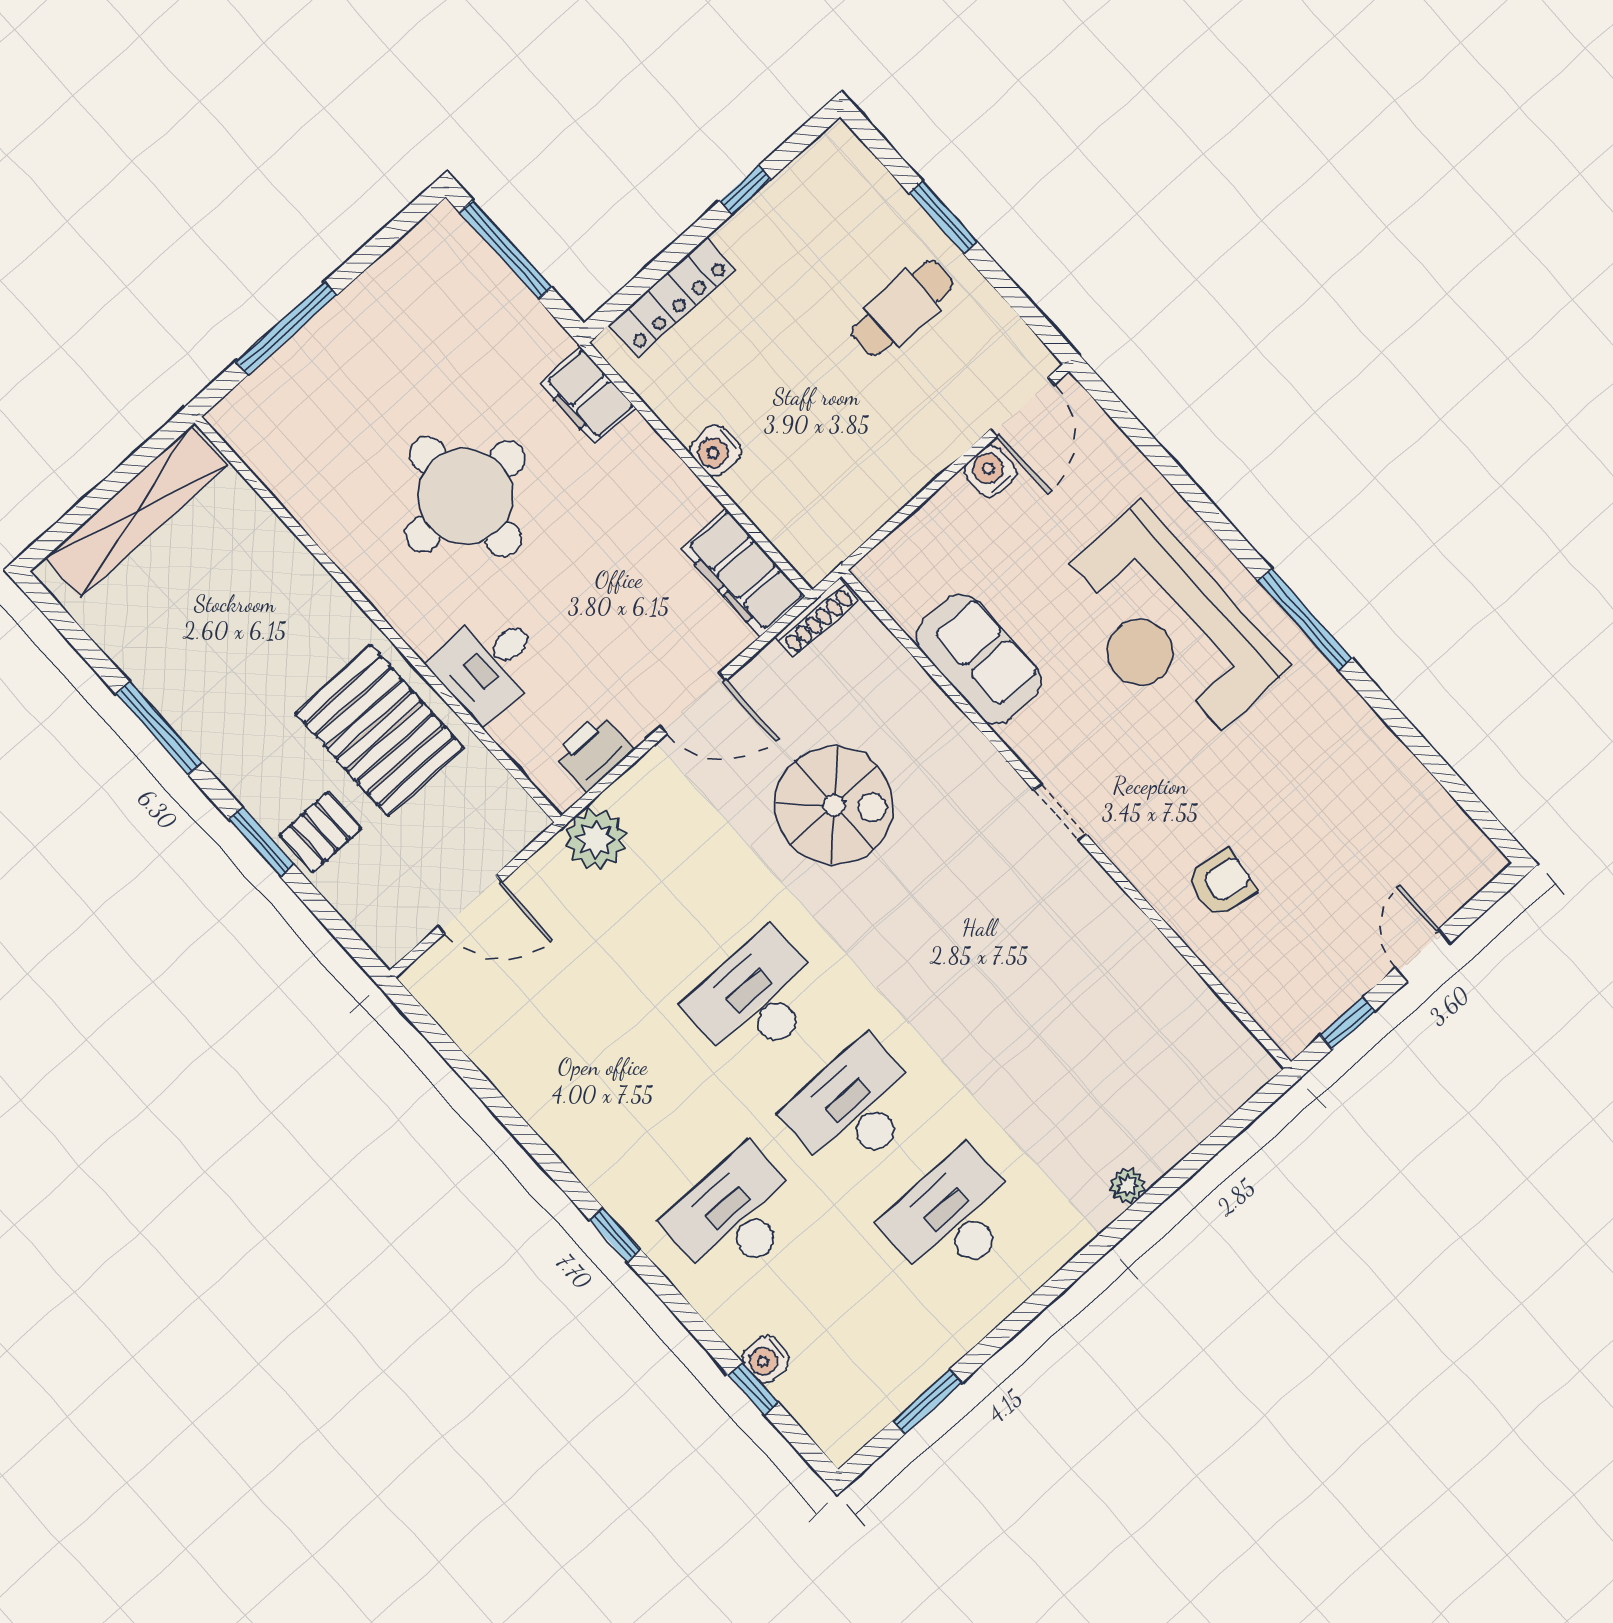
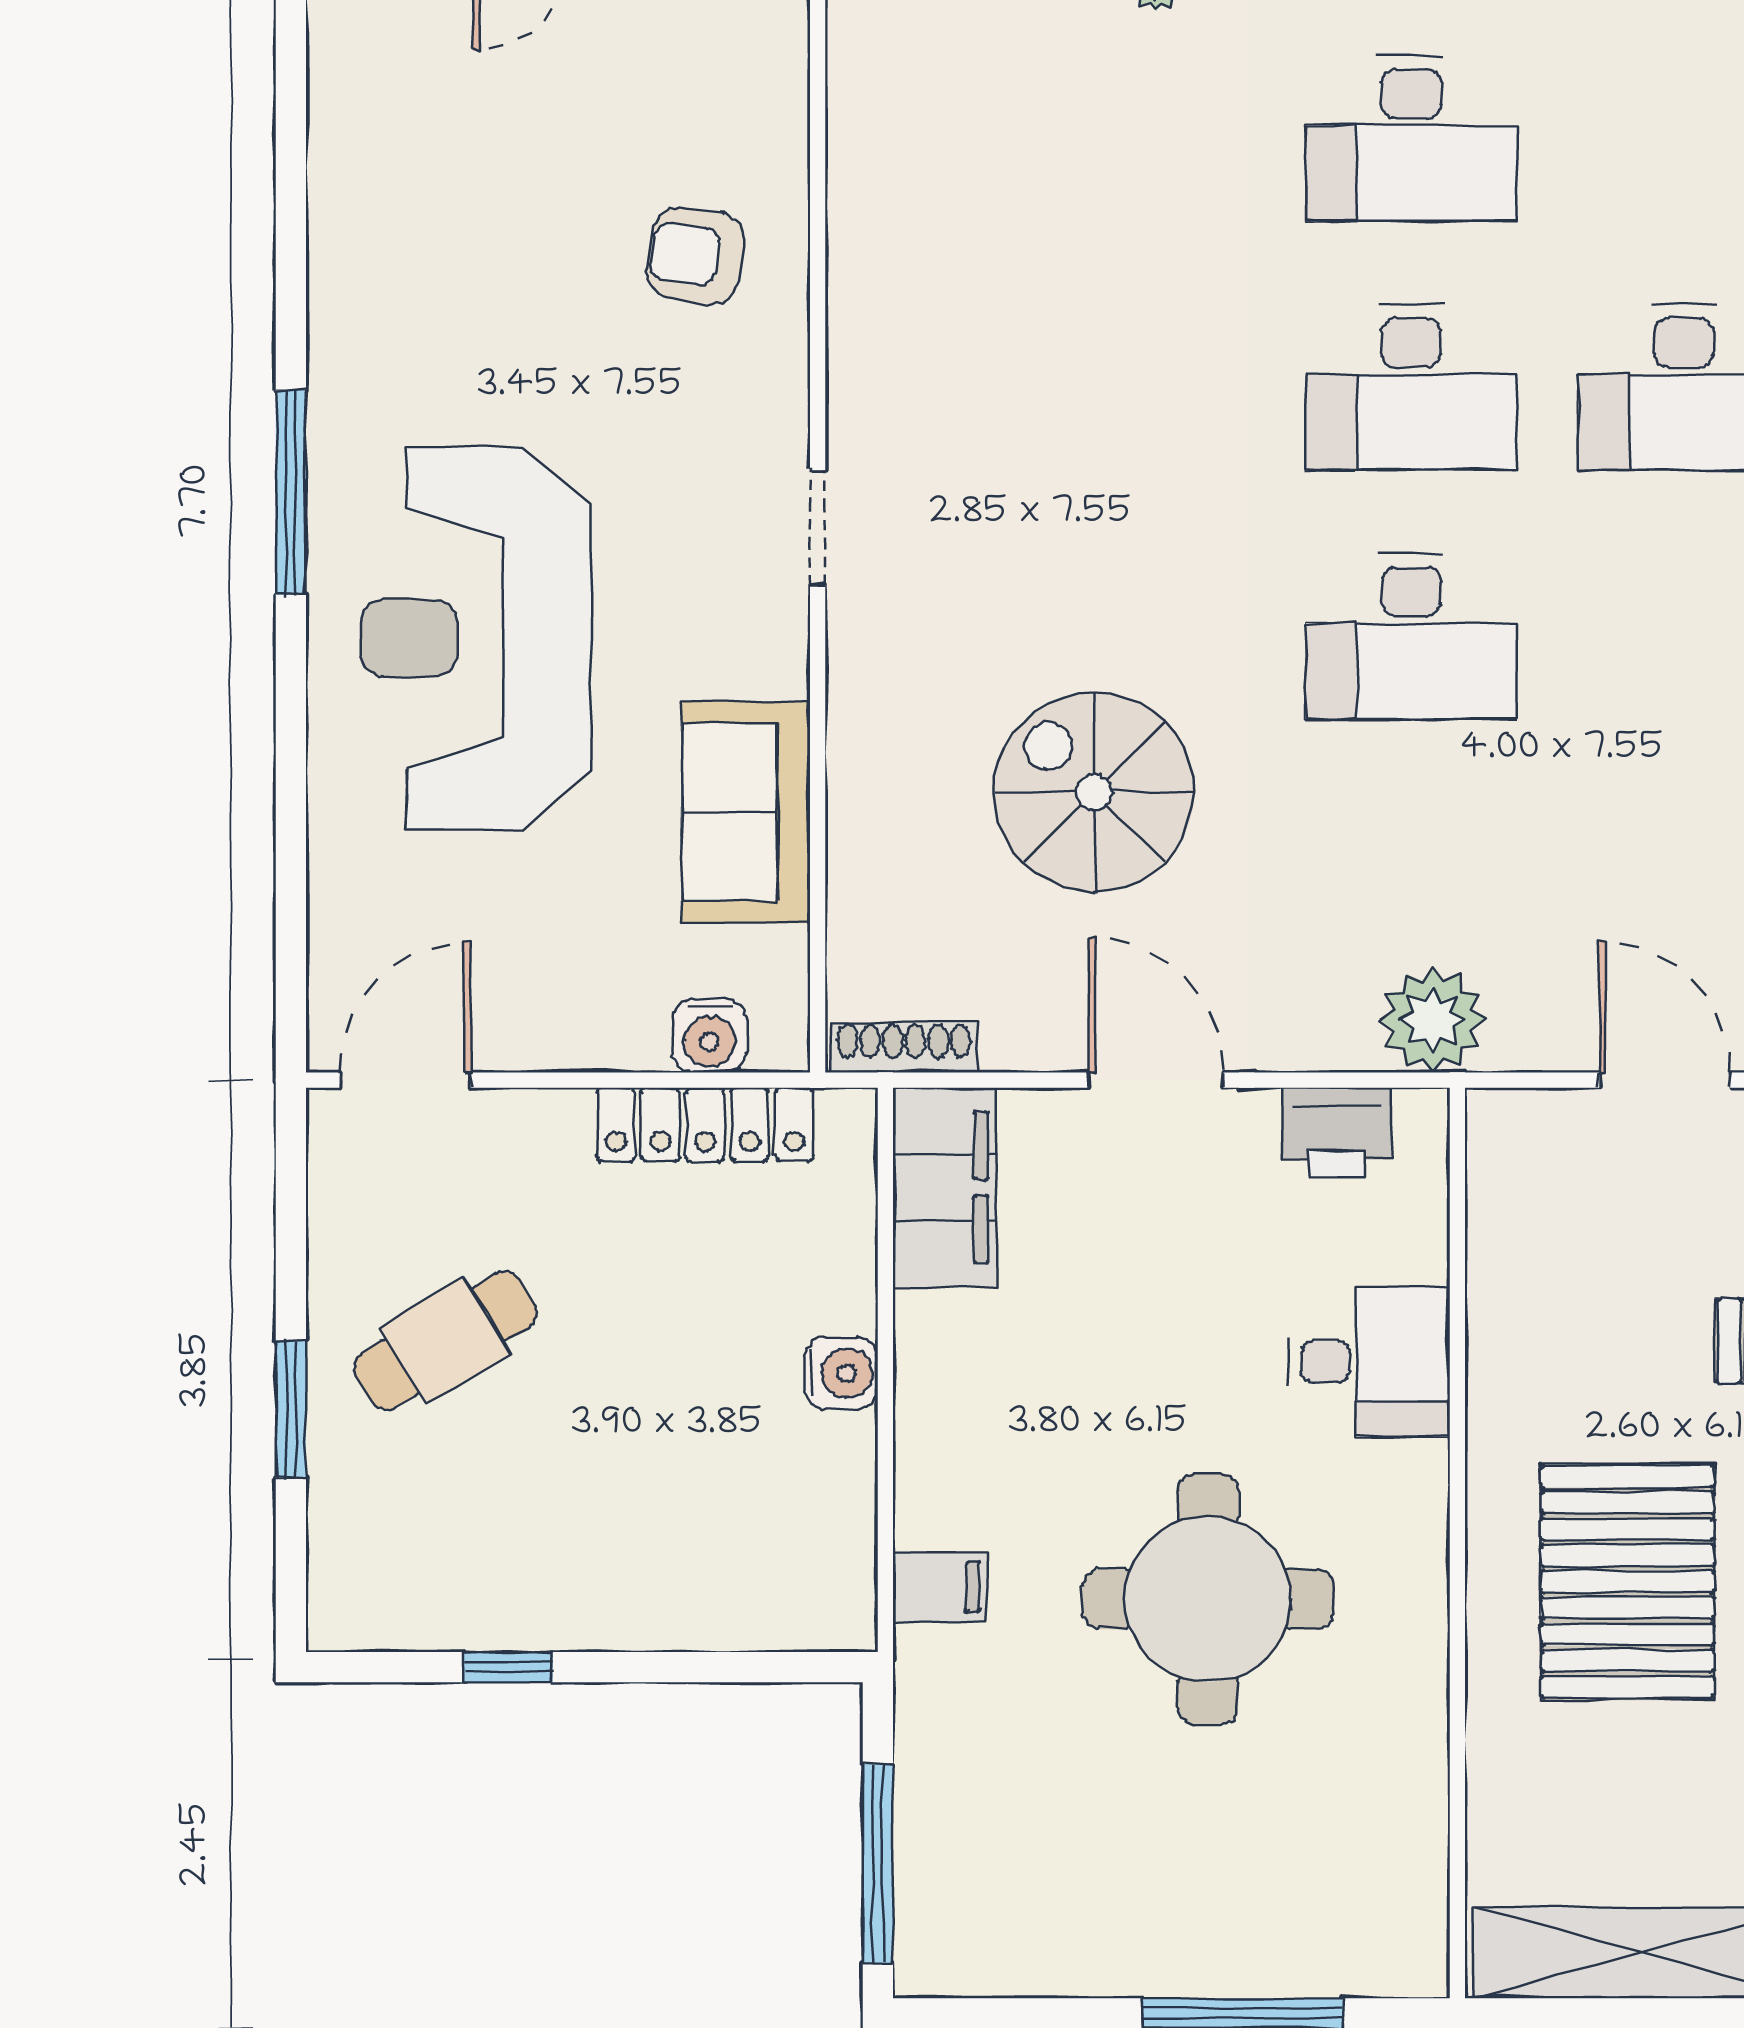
locker: (672, 297) -> (705, 1125), moved, turned 180
cafe table: (902, 308) -> (445, 1341), turned -31
filing cabinet: (588, 396) -> (940, 1587), width x0.50
water cooler: (990, 471) -> (710, 1036), moved
reception desk: (1166, 629) -> (476, 638), turned 180
pallet: (379, 730) -> (1628, 1582), moved

